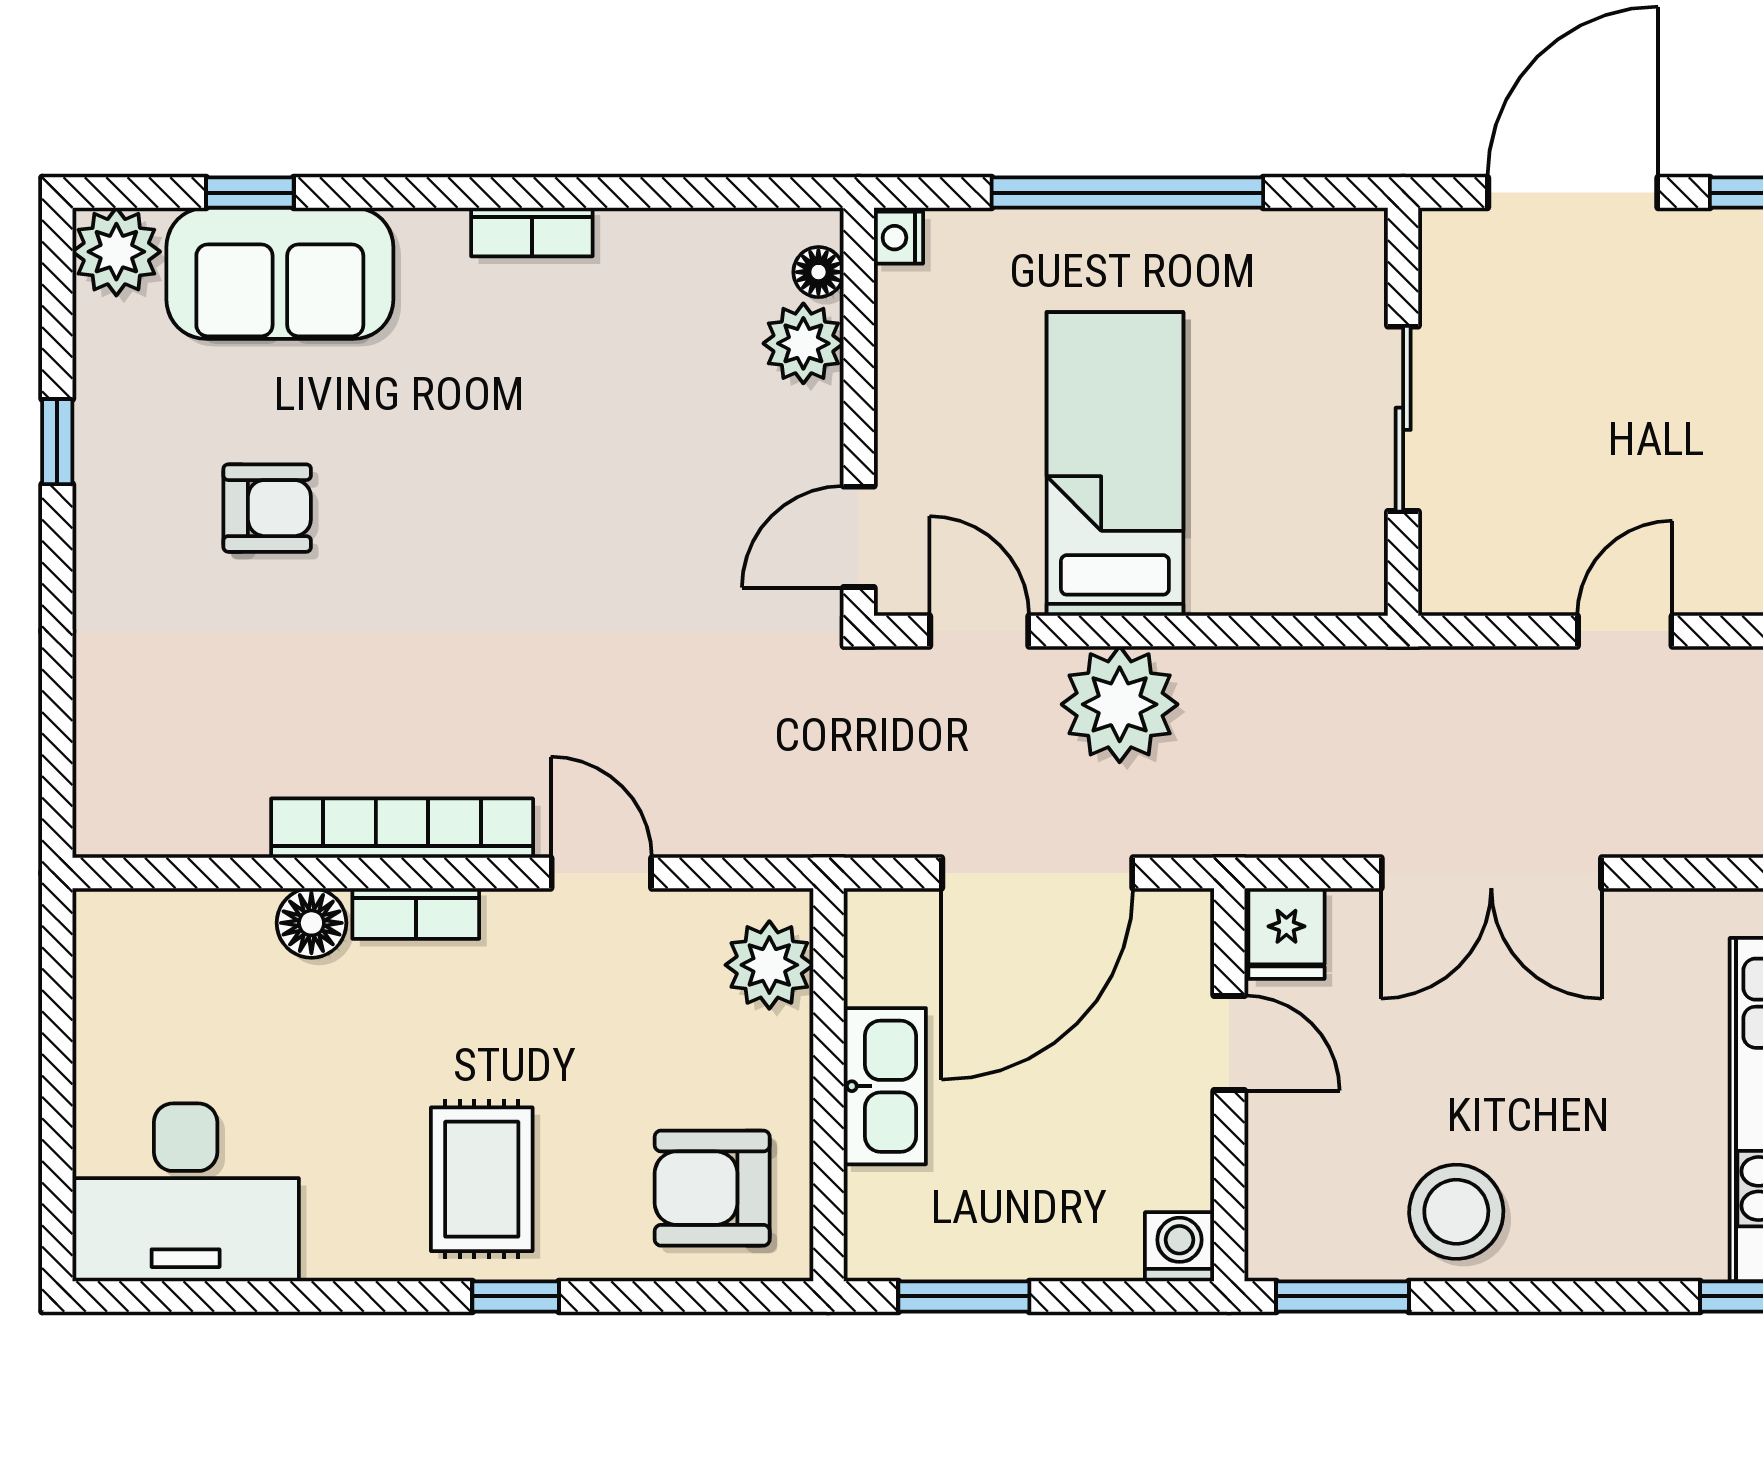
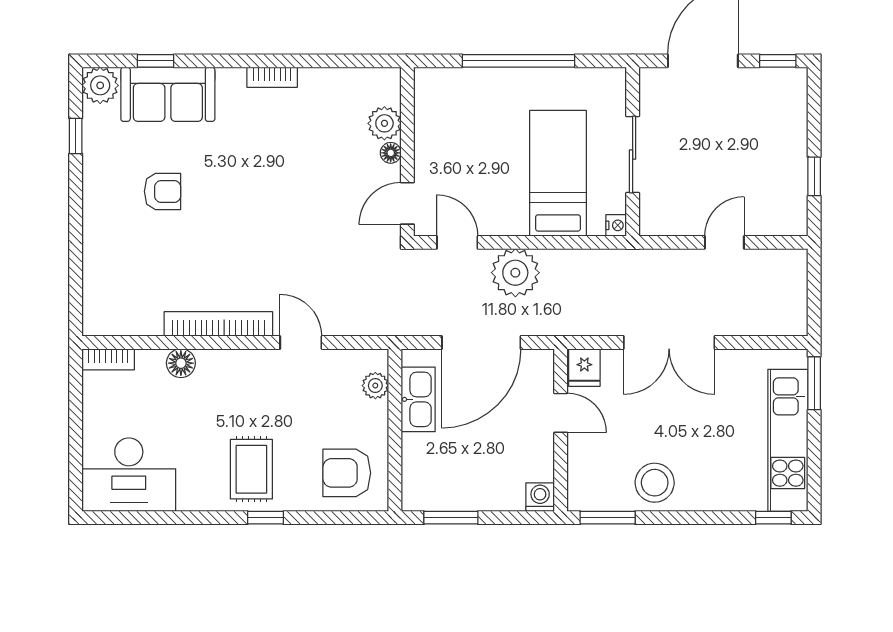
nightstand: (898, 238) -> (616, 225), moved, turned 180
floor lamp: (818, 272) -> (391, 153), moved
window: (57, 442) -> (76, 136), moved
bed: (1115, 464) -> (558, 173), moved
bookcase: (416, 913) -> (108, 359), moved
plant: (769, 965) -> (375, 386), width x0.73, depth x0.73
kitchen sink: (885, 1086) -> (418, 399), moved

